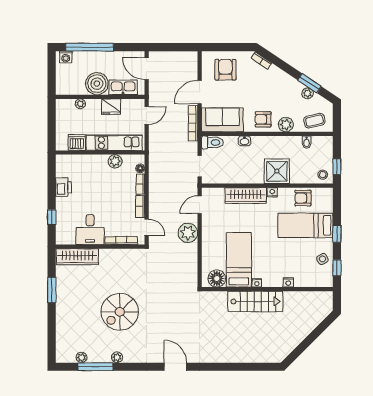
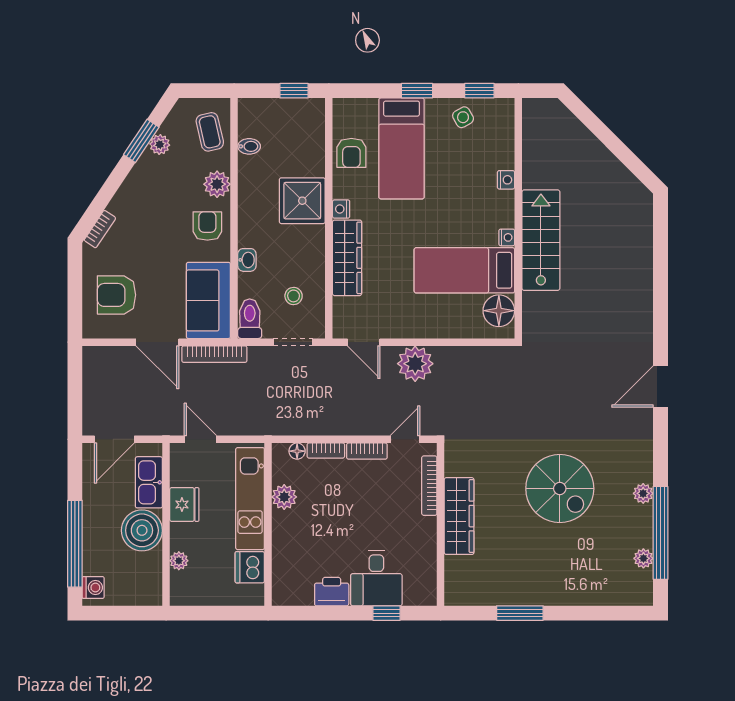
armchair: (263, 119) -> (207, 226), turned 180
stool: (323, 175) -> (294, 296), moved
desk: (90, 230) -> (376, 578), moved, turned 90
wardrobe: (77, 257) -> (459, 516), moved
window: (95, 367) -> (660, 533), width x1.46

